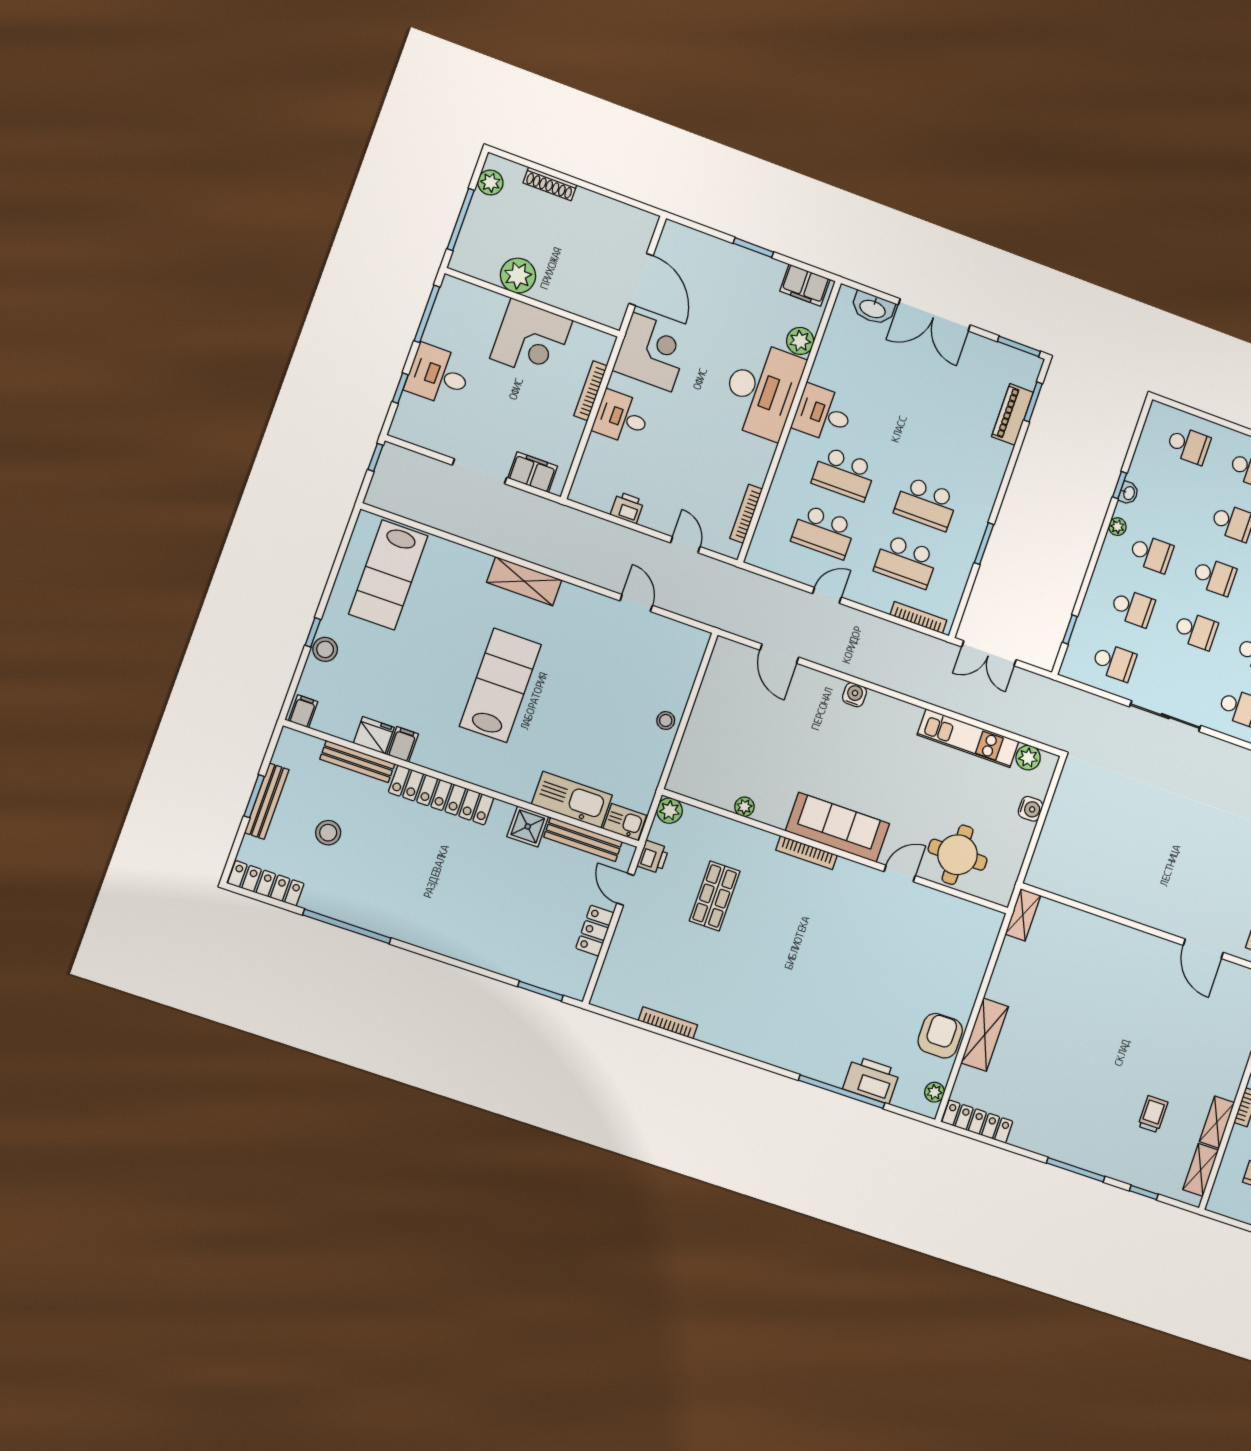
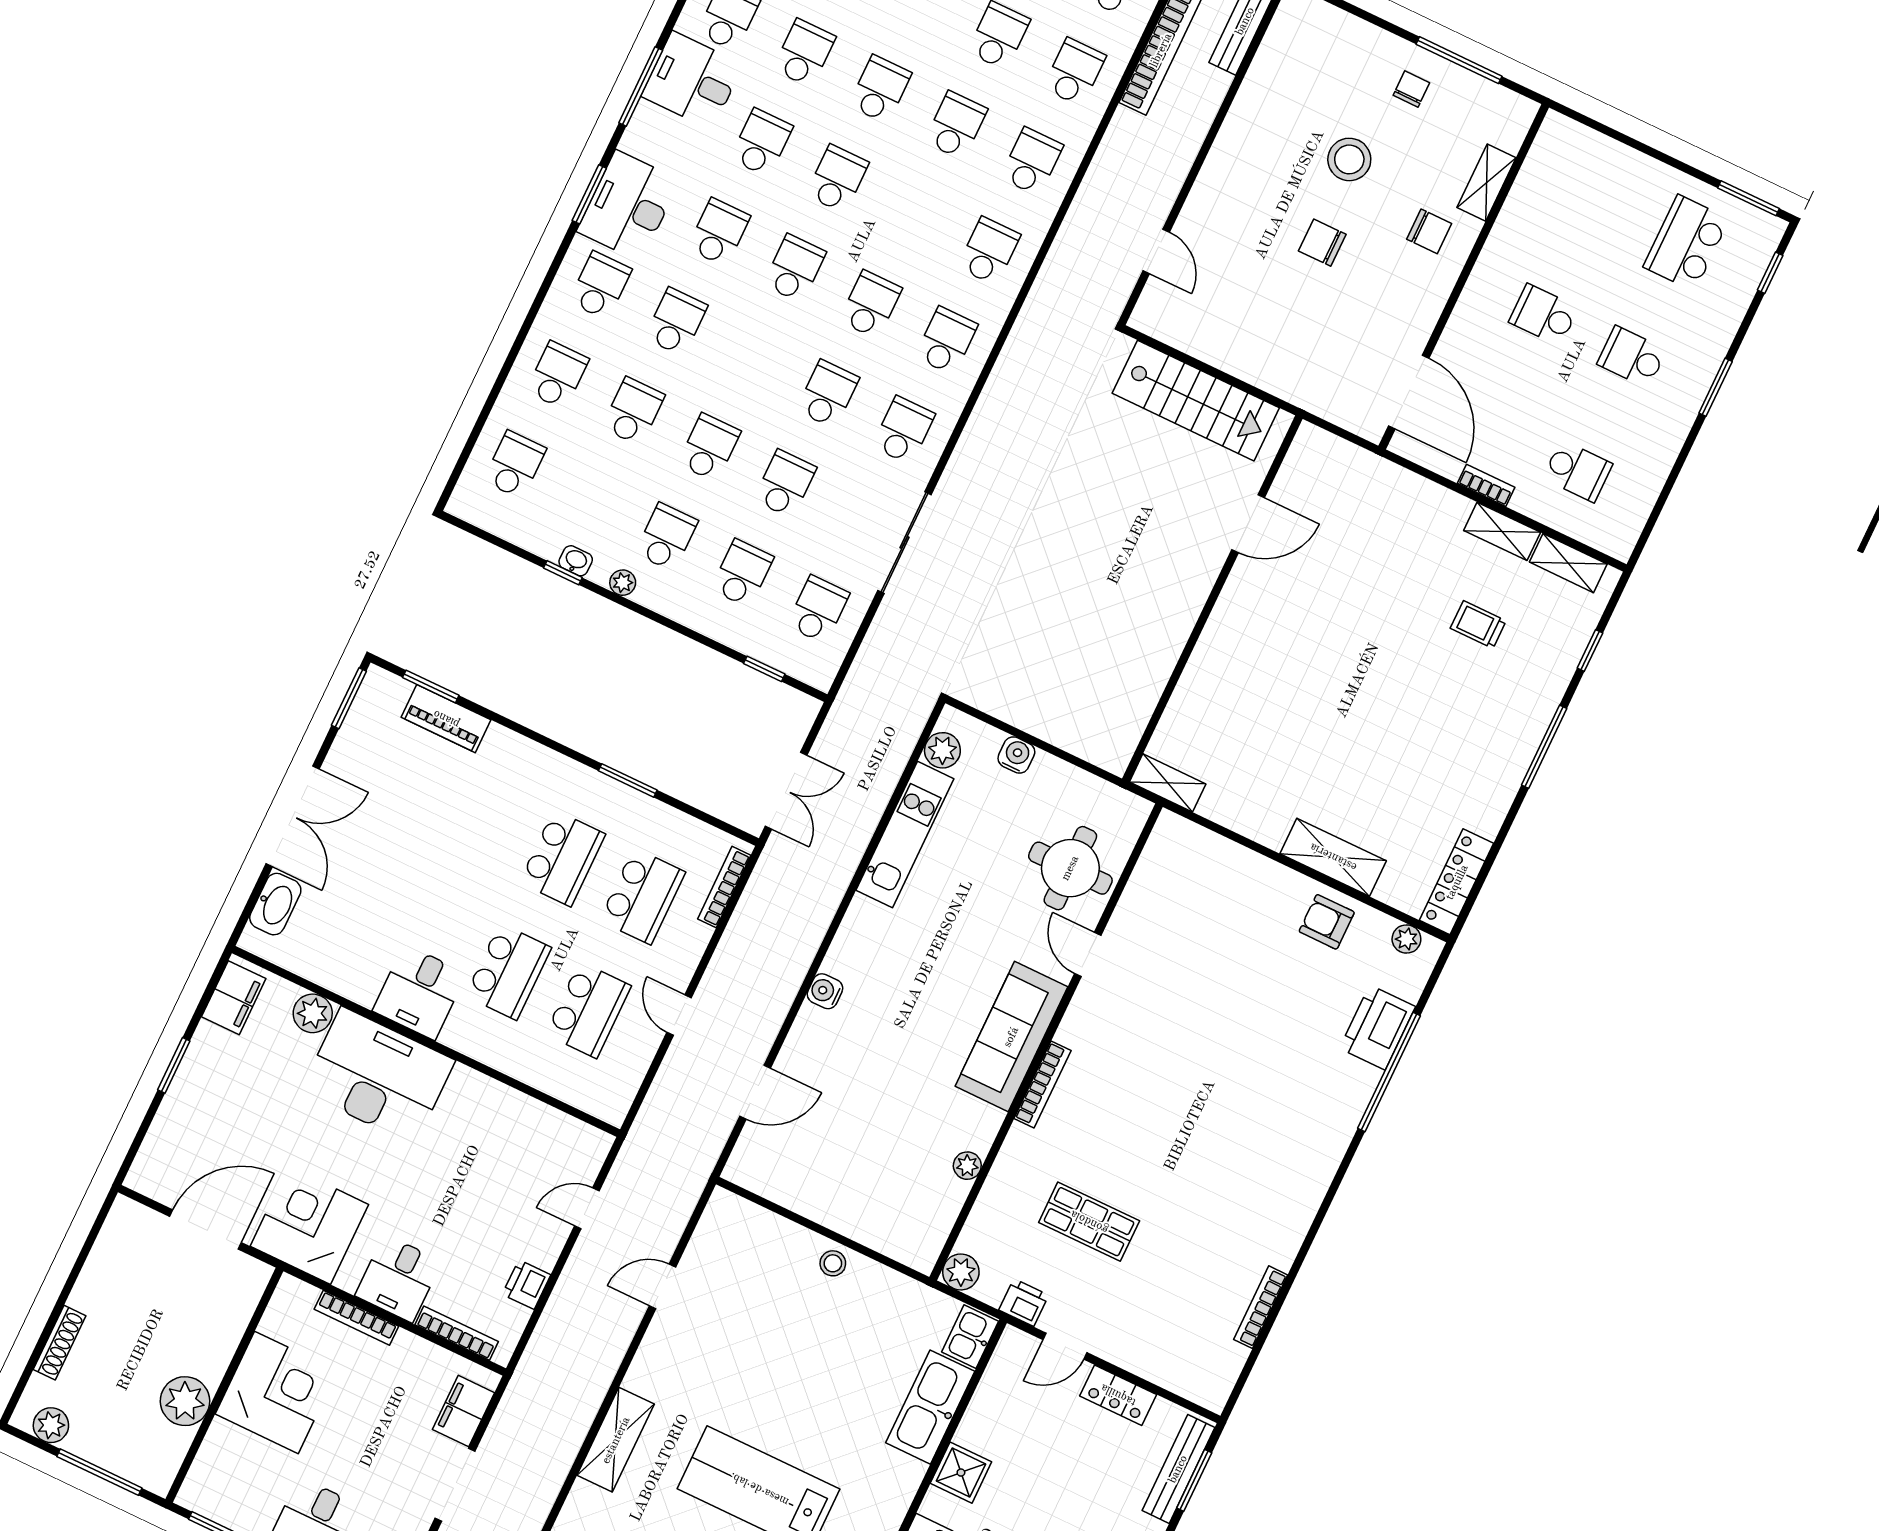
bookcase: (746, 514) -> (457, 1333), moved, turned 180
bench: (583, 839) -> (1178, 1469), moved
armchair: (940, 1036) -> (1327, 922), width x0.72, depth x0.72

